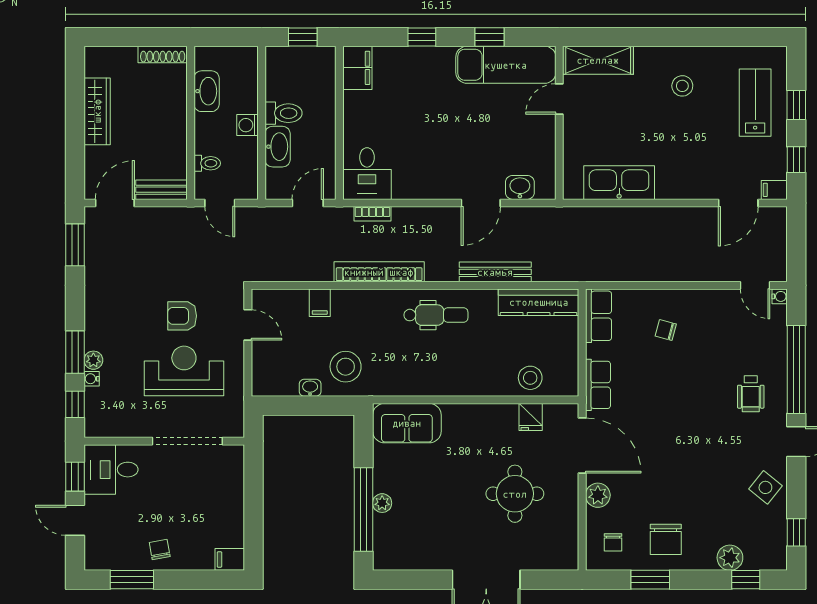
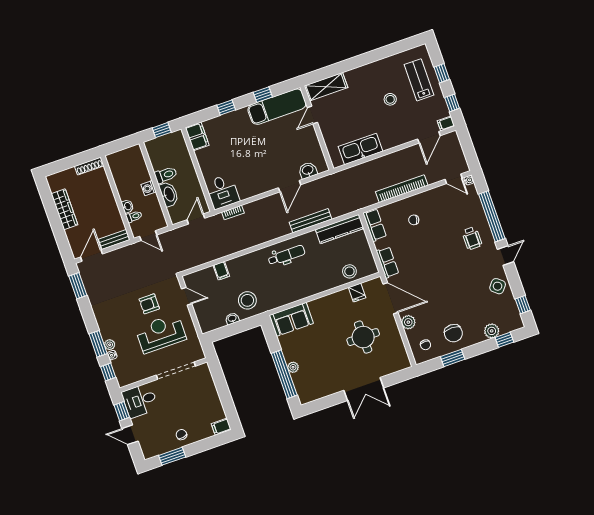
stool: (682, 86) -> (390, 99), moved
washbasin: (207, 91) -> (128, 206), moved, width x0.52, depth x0.69
bookcase: (379, 272) -> (402, 189), moved

